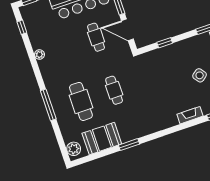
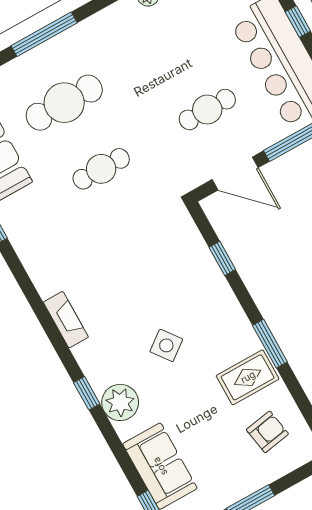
door: (127, 30) -> (235, 174), swing flipped
fireplace: (190, 115) -> (66, 320), moved

